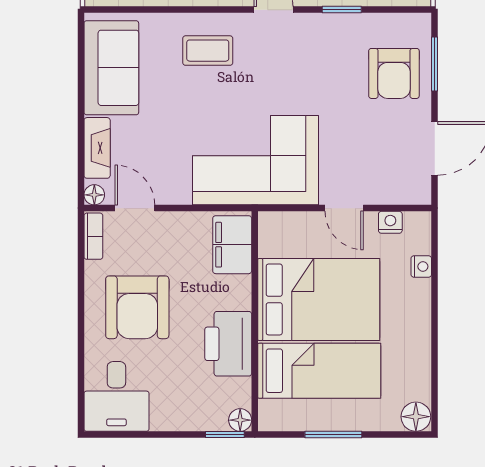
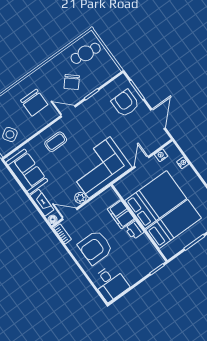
armchair: (394, 73) -> (125, 103), turned 180
plant: (177, 192) -> (80, 198), added
door: (344, 208) -> (142, 162), swing flipped
filing cabinet: (232, 245) -> (121, 214), moved
armchair: (137, 307) -> (95, 247), turned 90
printer: (228, 344) -> (134, 230), width x0.53, depth x0.68
floor lamp: (240, 420) -> (159, 261), removed

